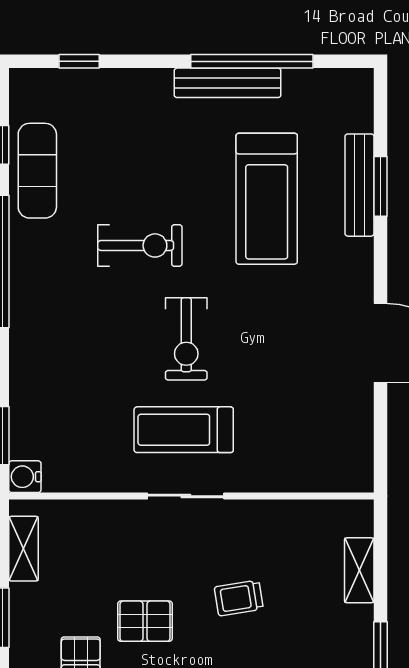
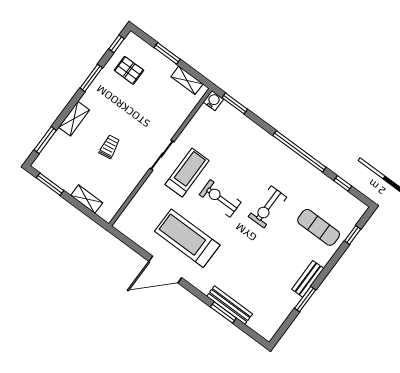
window: (252, 61) -> (305, 299), width x0.47
bench: (228, 83) -> (308, 279), width x0.73
exercise mat: (37, 171) -> (319, 227), moved
treadmill: (267, 199) -> (187, 238), moved
pallet: (145, 621) -> (127, 106), removed

